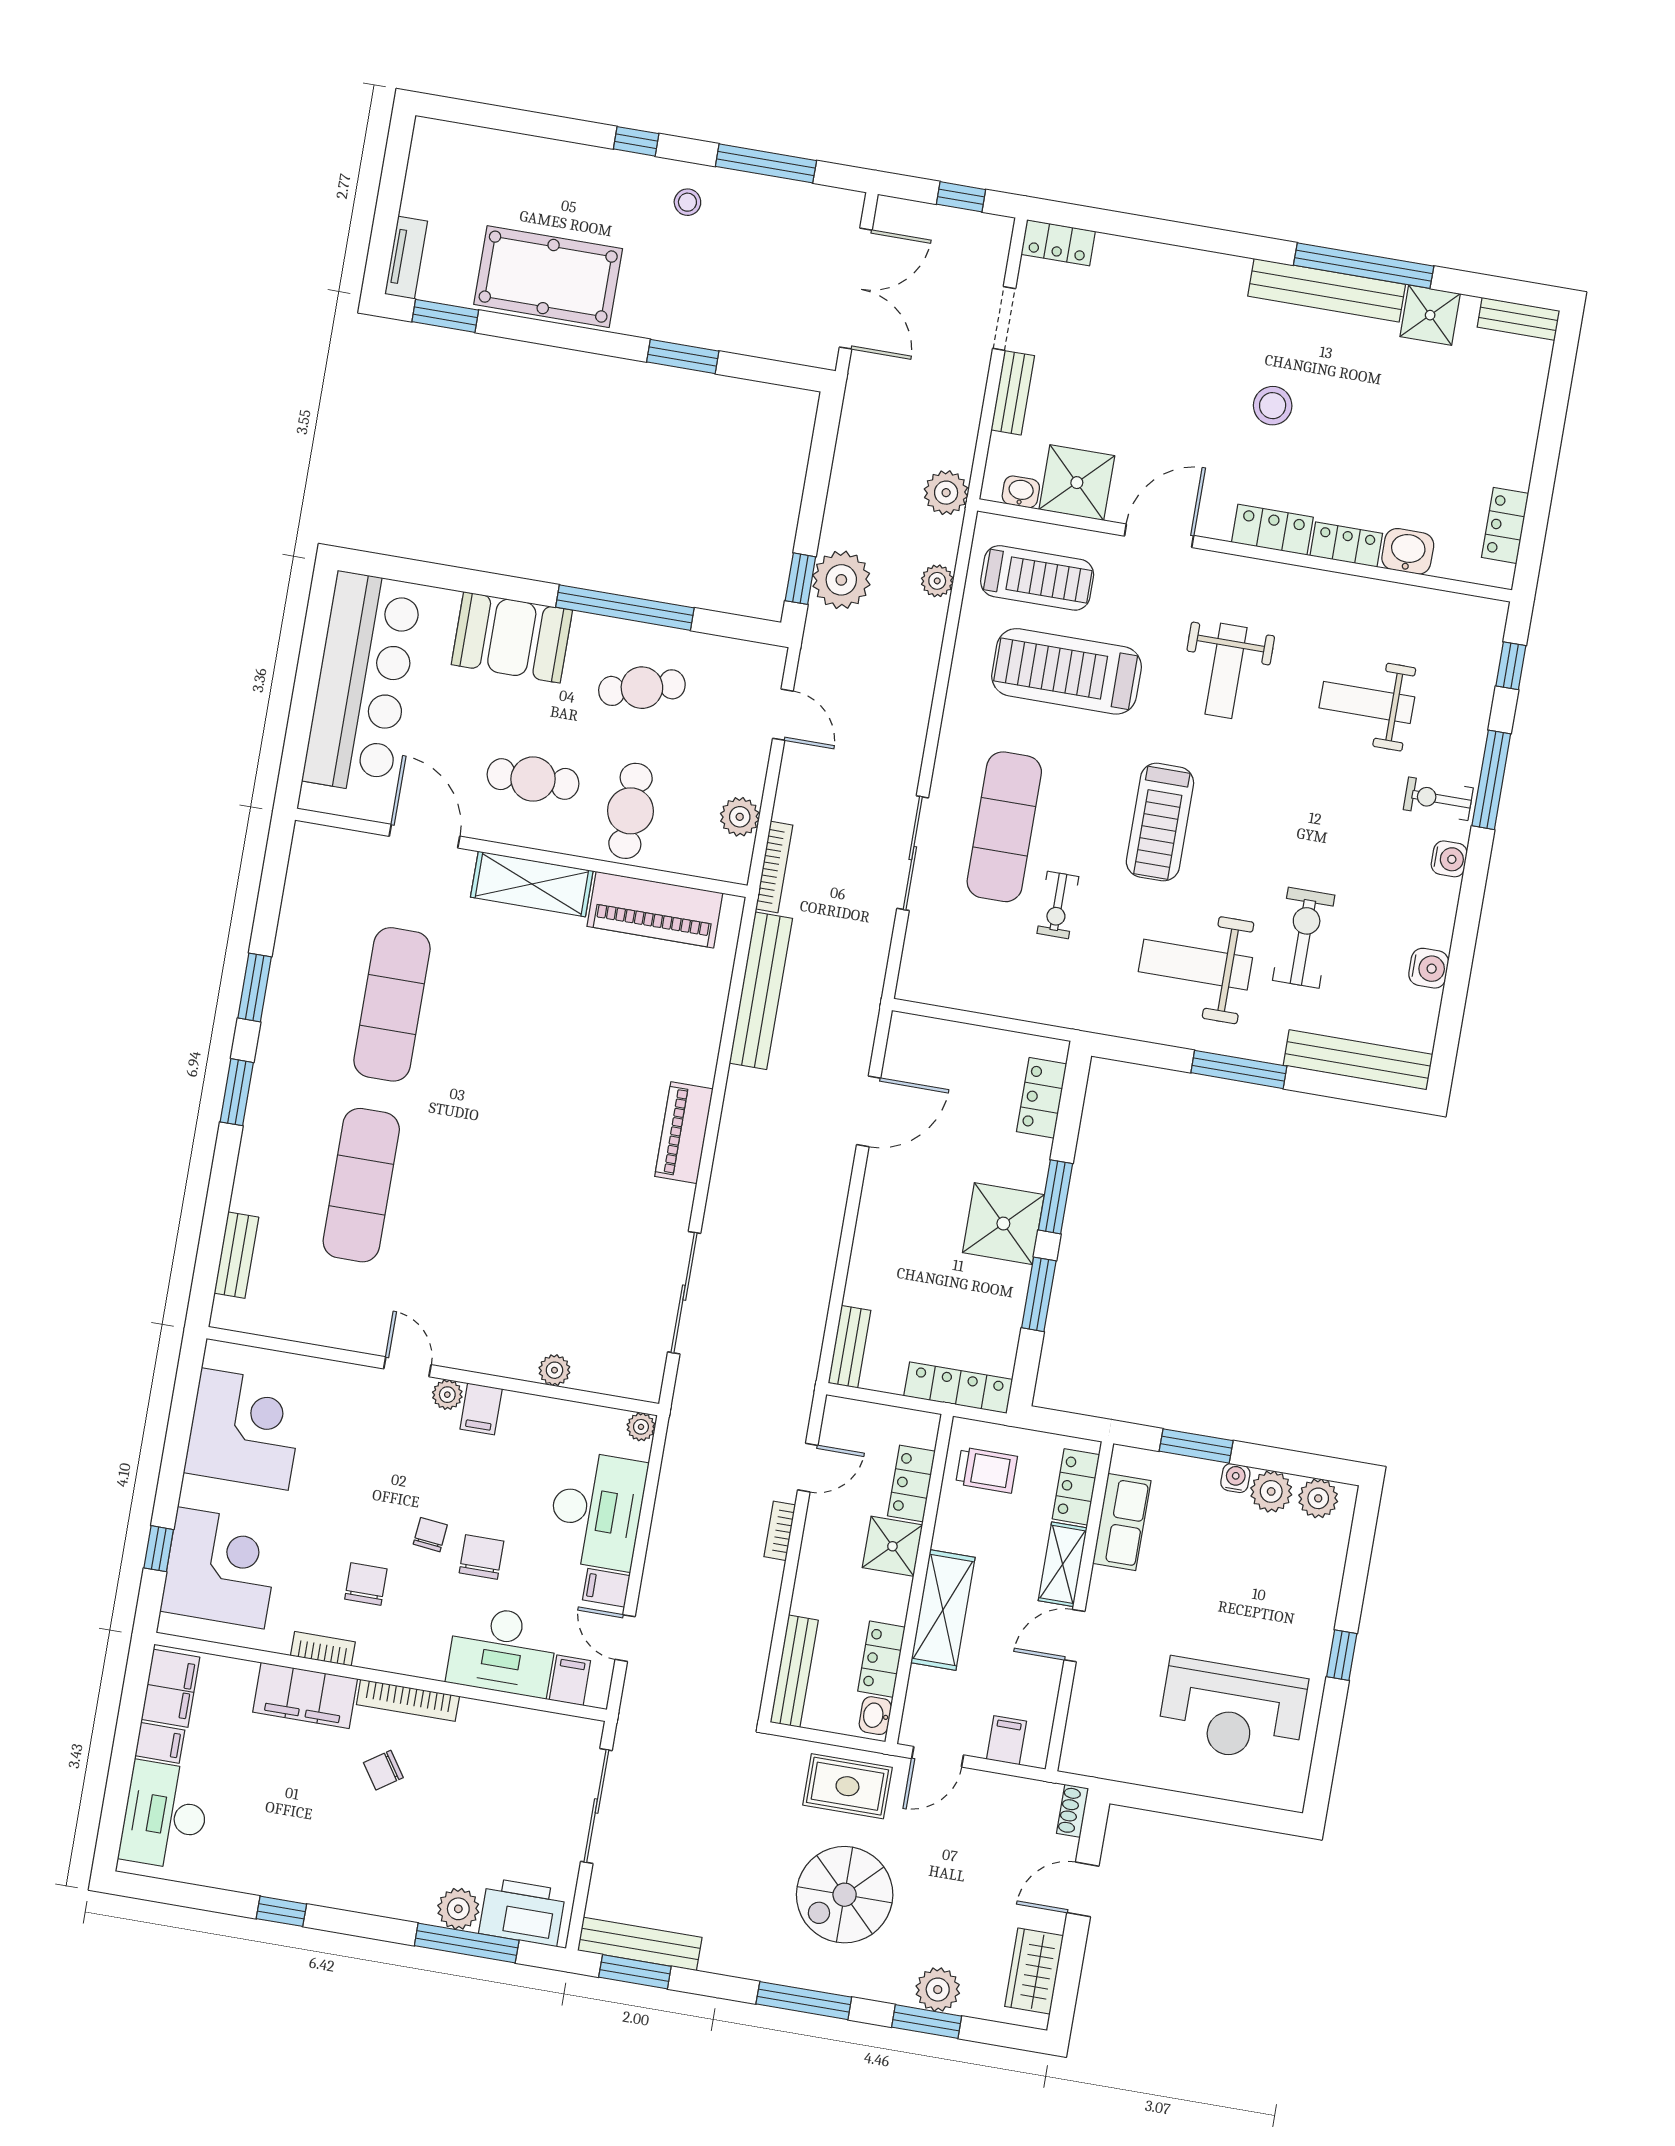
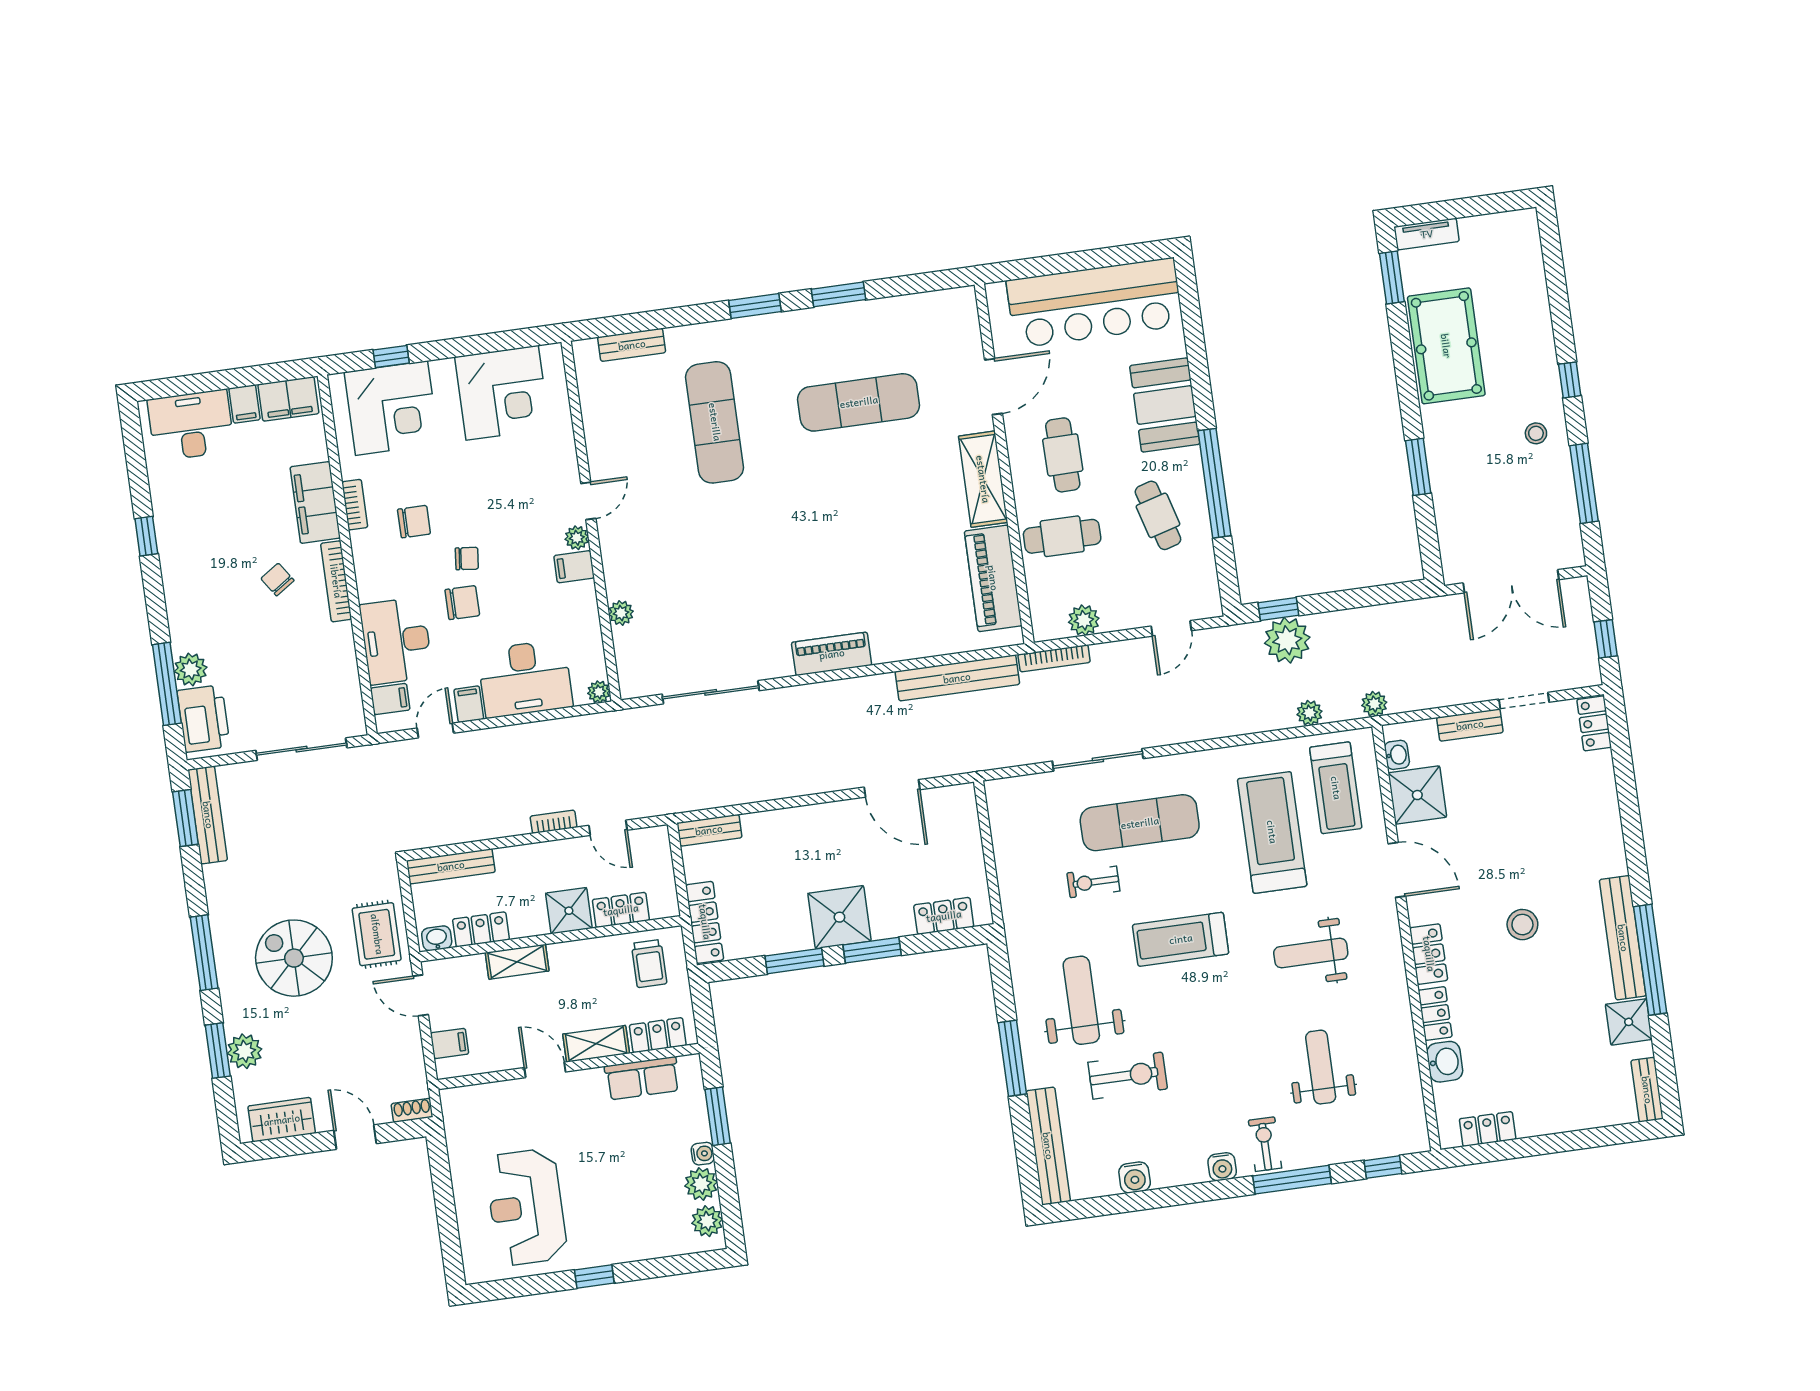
plant: (946, 493) -> (1374, 704), width x0.73, depth x0.73
exercise mat: (361, 1185) -> (715, 422), turned 90
shelving: (943, 1610) -> (517, 962), width x0.67, depth x0.75

